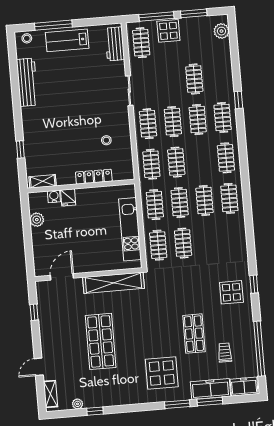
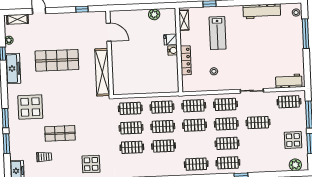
display table: (168, 31) -> (293, 140), moved
lab bench: (67, 40) -> (218, 33), moved, turned 180
clothes rail: (194, 79) -> (258, 123), moved
water cooler: (54, 196) -> (173, 50), moved
clothes rail: (229, 198) -> (132, 147), moved
kitchen unit: (130, 229) -> (144, 87), removed
freezer: (210, 389) -> (13, 69), moved

